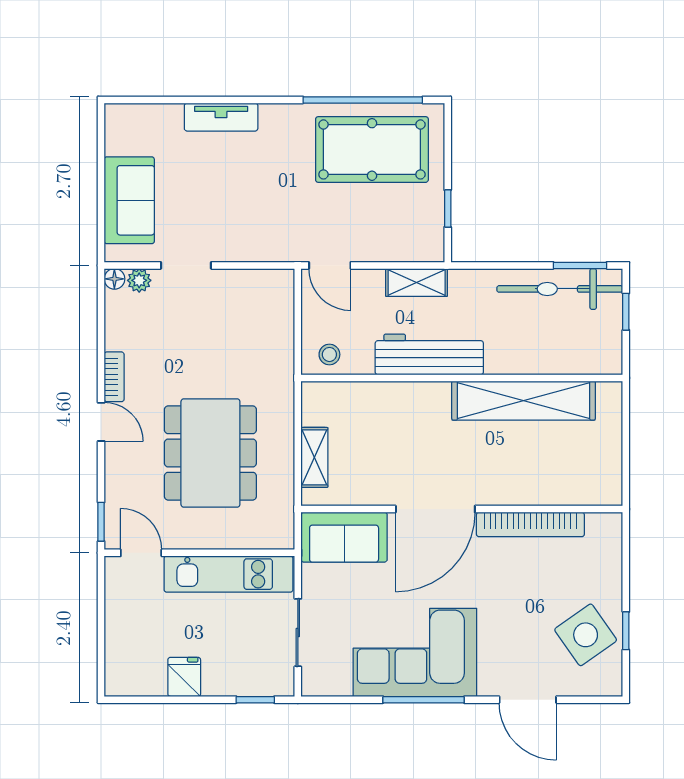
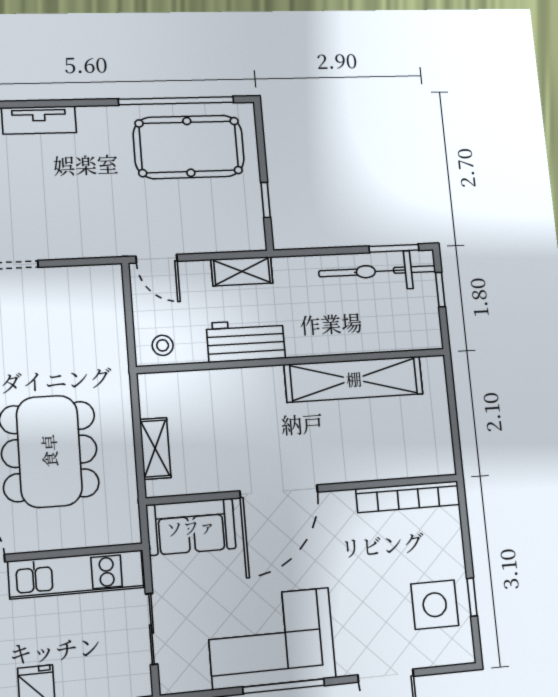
workbench: (429, 354) -> (246, 341), width x0.73
bookcase: (530, 524) -> (408, 497), moved
side table: (586, 635) -> (435, 605), turned 35

